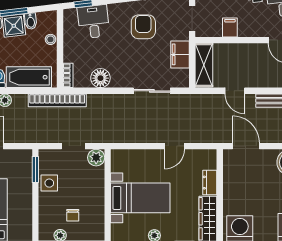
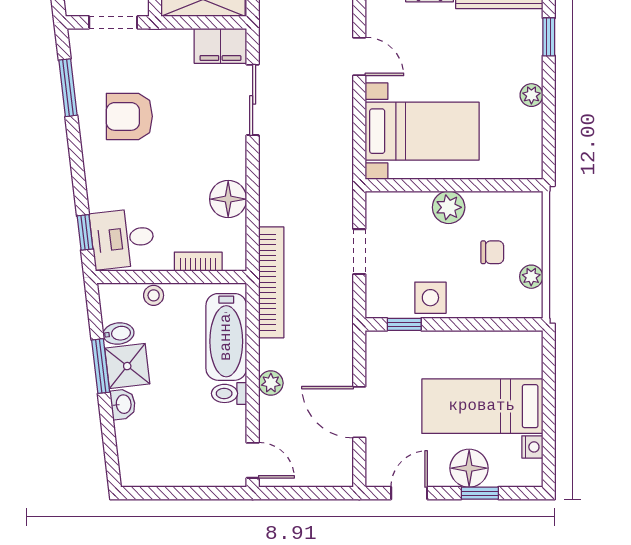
desk: (93, 22) -> (123, 239), moved
filing cabinet: (180, 54) -> (220, 46), moved
bookcase: (68, 75) -> (198, 262), moved
plant: (96, 158) -> (449, 207), moved
window: (35, 169) -> (404, 324), width x0.67
bed with nightstands: (140, 198) -> (422, 131), moved, turned 90

